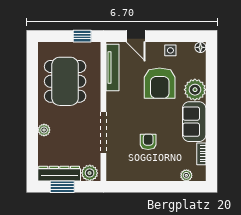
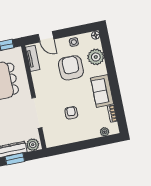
tv unit: (113, 67) -> (33, 58), width x0.71
armchair: (160, 83) -> (71, 68), turned 180
plant: (195, 90) -> (96, 57), moved

